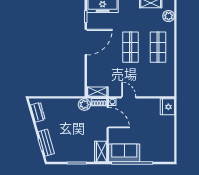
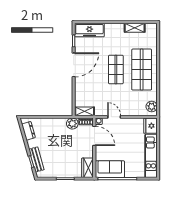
plant: (169, 16) -> (152, 107), moved
shop shelf: (158, 47) -> (142, 70), width x1.43, depth x1.36
kitchen unit: (168, 139) -> (151, 156), added

